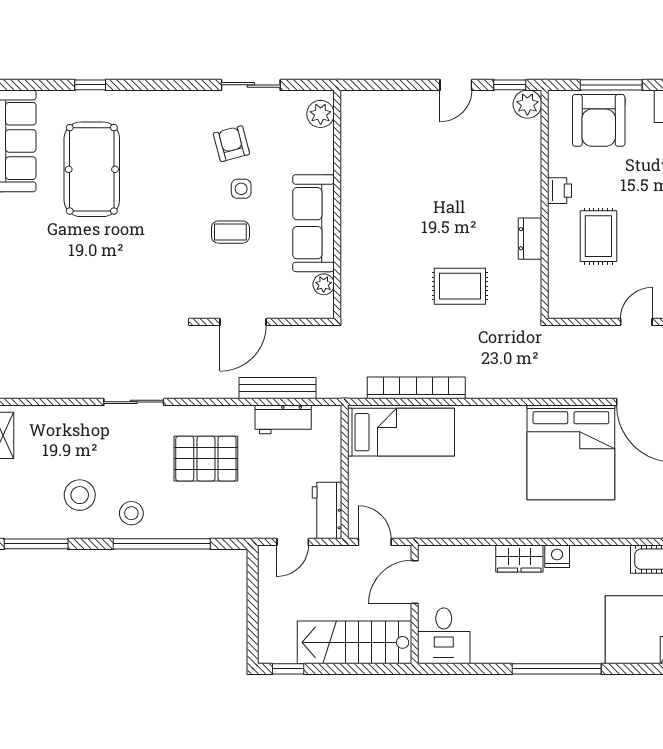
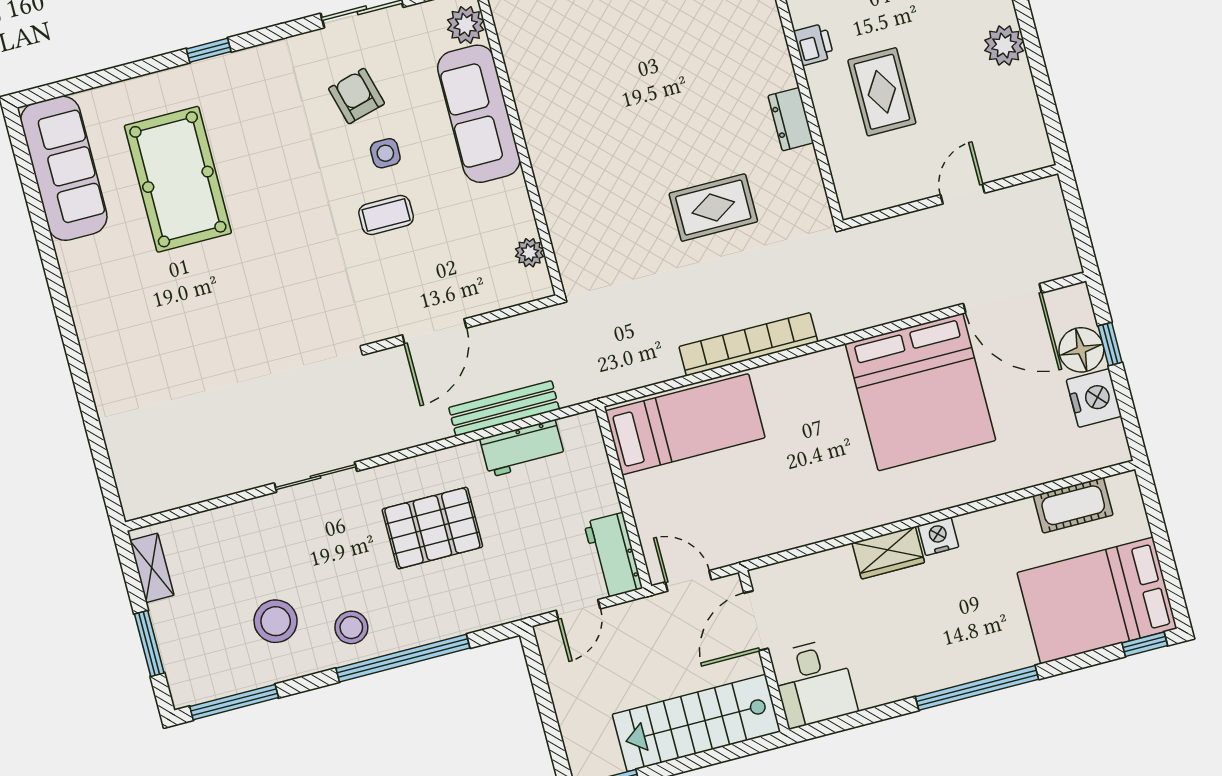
window: (90, 85) -> (209, 50), moved
sofa: (314, 223) -> (479, 114), moved
bookcase: (416, 388) -> (748, 344), moved

